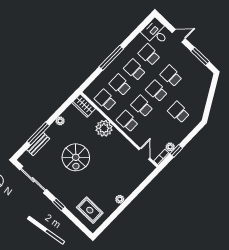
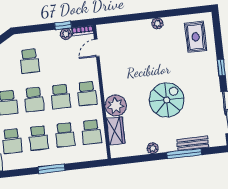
window: (111, 58) -> (52, 169), width x0.69
wardrobe: (84, 106) -> (116, 131), moved

